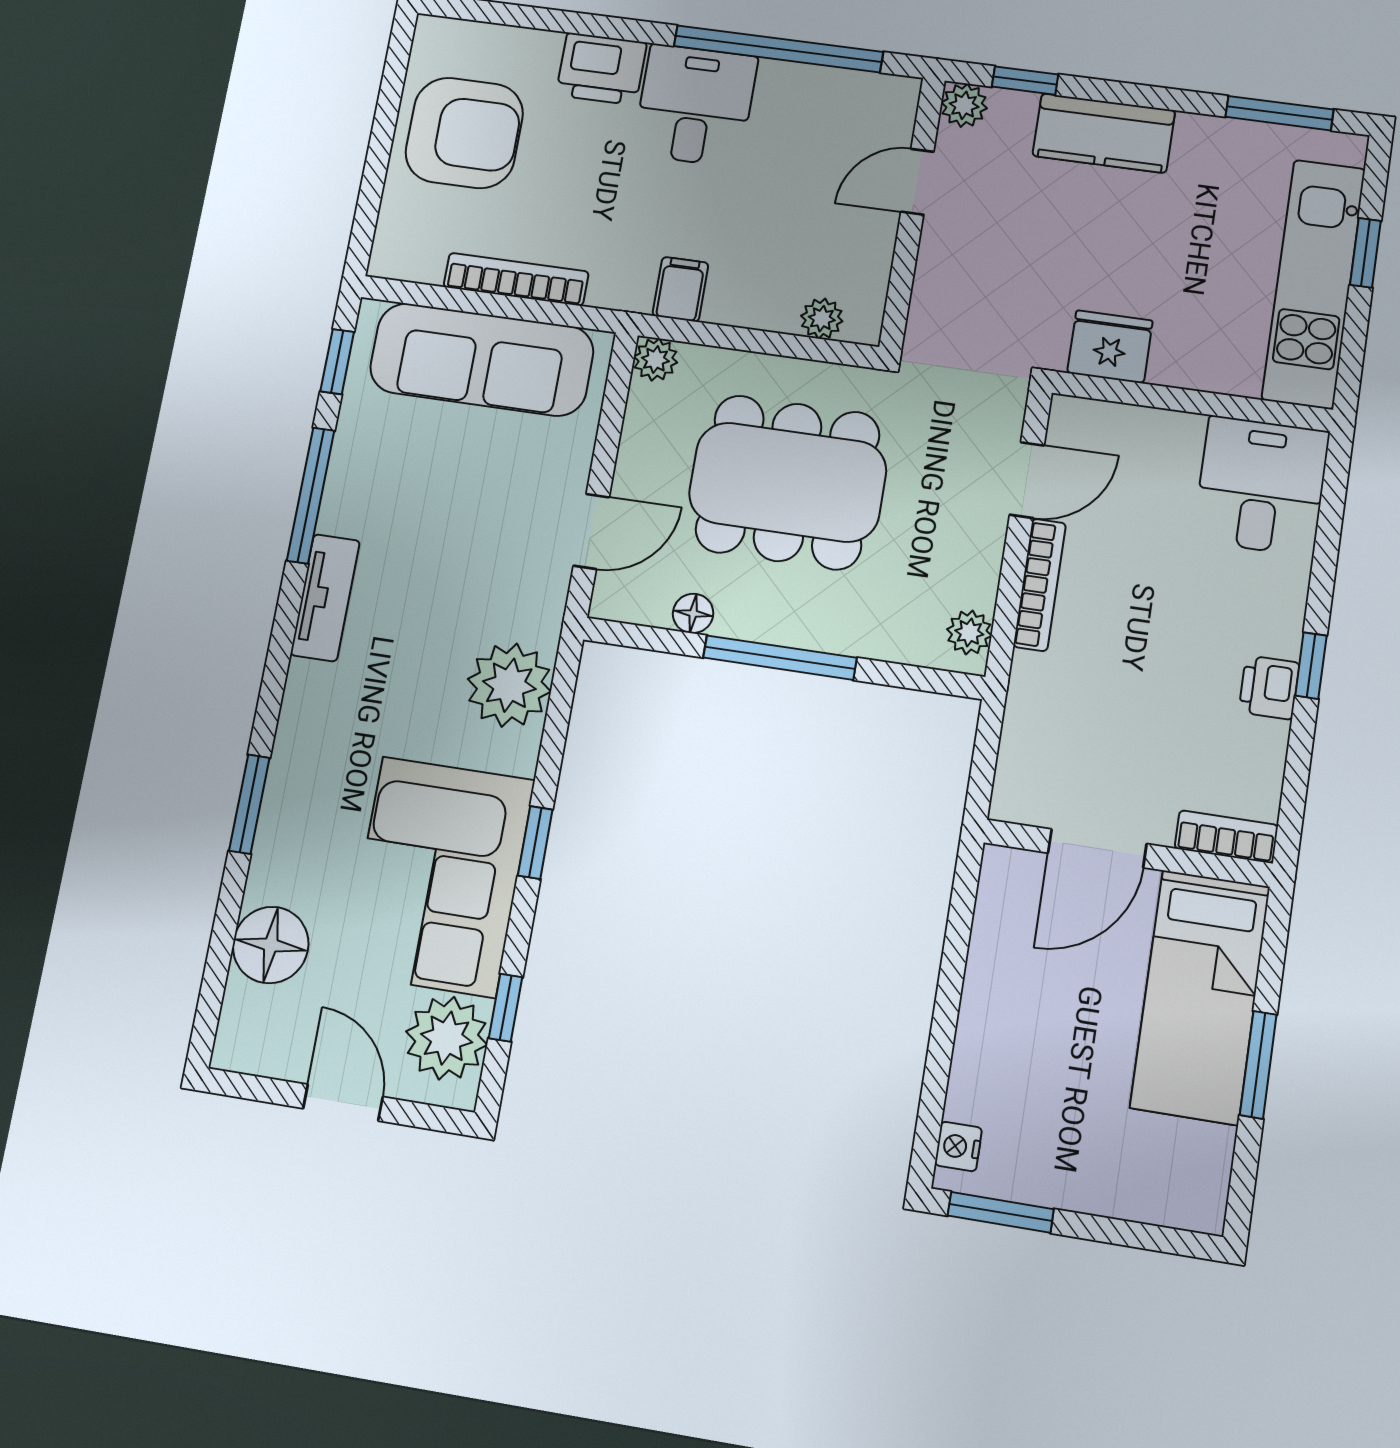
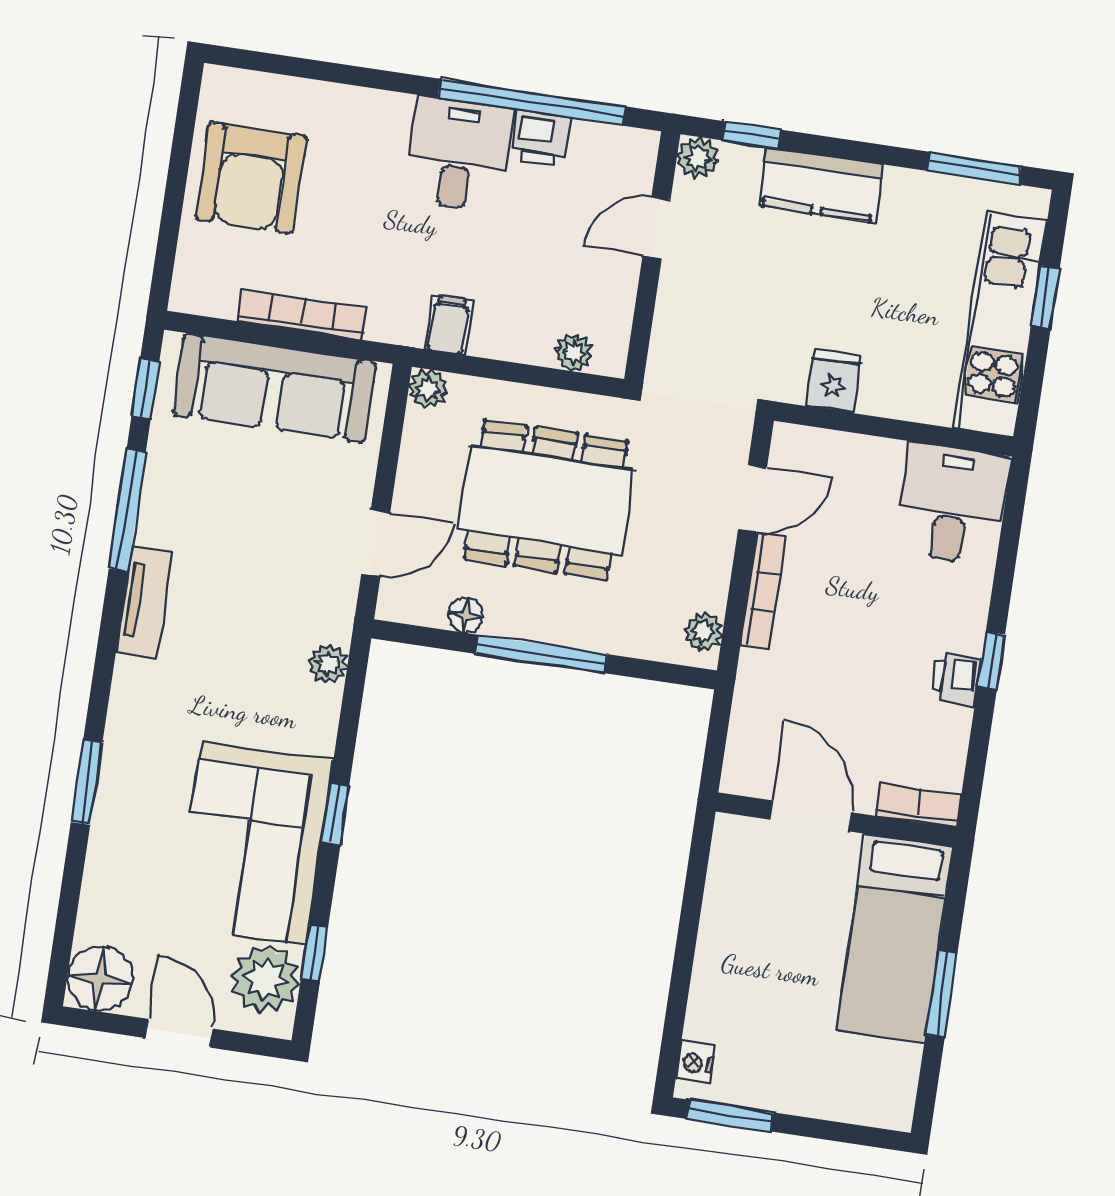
printer: (601, 69) -> (541, 138), moved, width x0.73, depth x0.81
armchair: (464, 133) -> (251, 178), turned 90
fridge: (1110, 347) -> (834, 381), width x0.72
plant: (509, 685) -> (328, 664), width x0.53, depth x0.53
door: (1097, 848) -> (811, 816), swing flipped
floor lamp: (271, 945) -> (100, 979), moved

